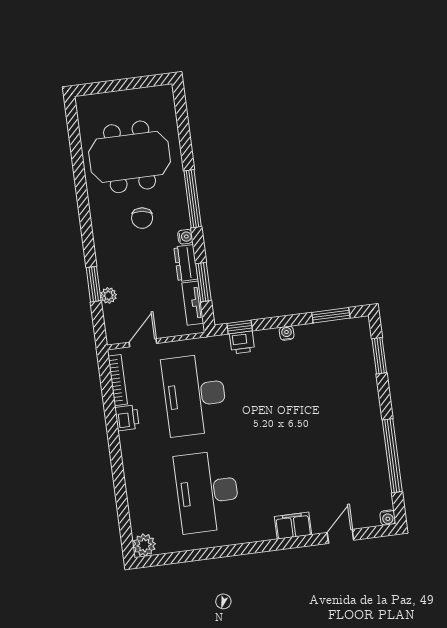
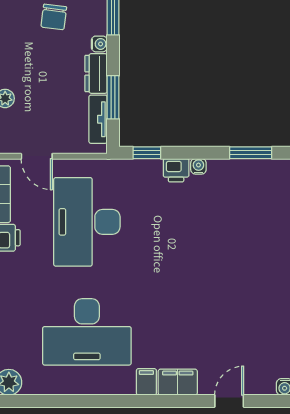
printer: (242, 342) -> (176, 170), moved
door: (143, 343) -> (37, 156), swing flipped
desk: (207, 492) -> (87, 332), turned -90
filing cabinet: (265, 529) -> (146, 382), added

